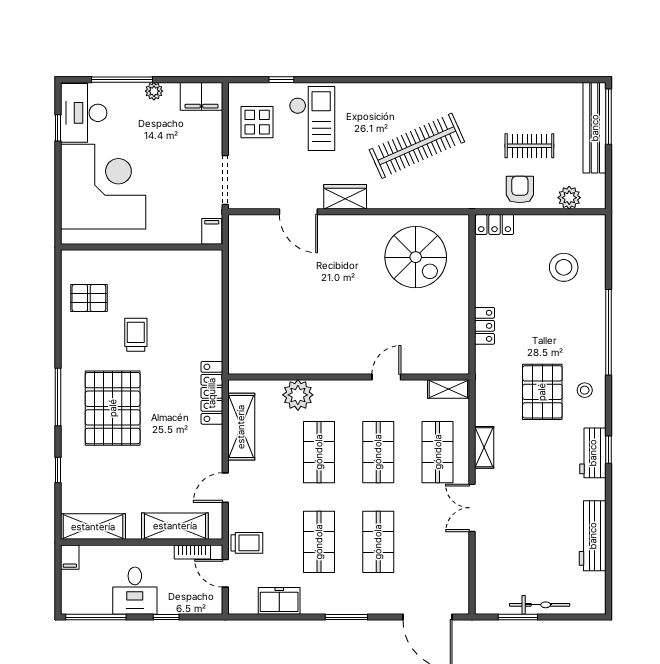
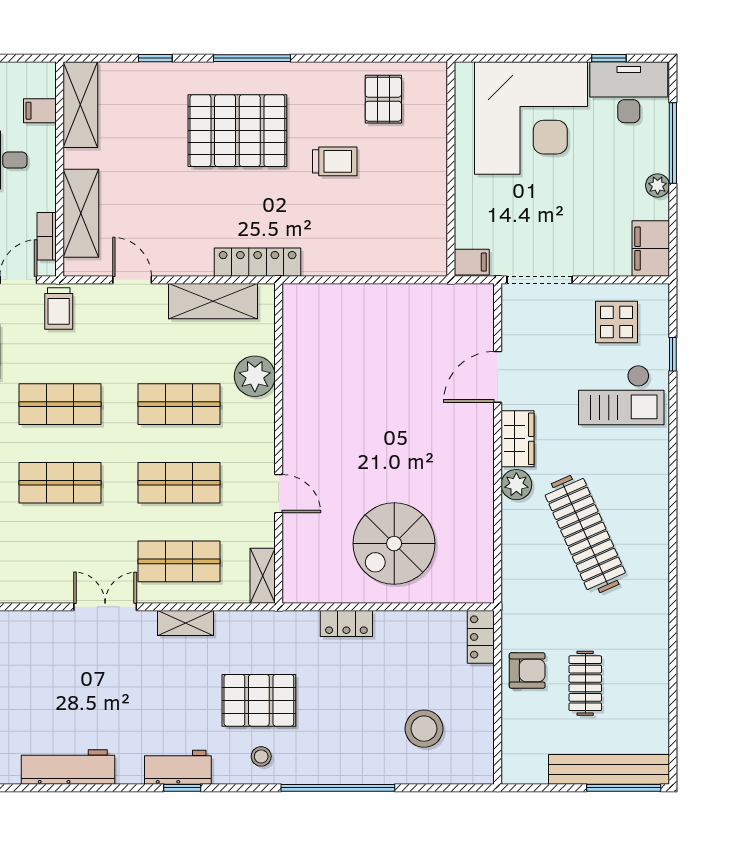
plant: (569, 198) -> (516, 485), moved
spiral stairs: (416, 257) -> (394, 544), moved
filing cabinet: (70, 557) -> (40, 111), moved

